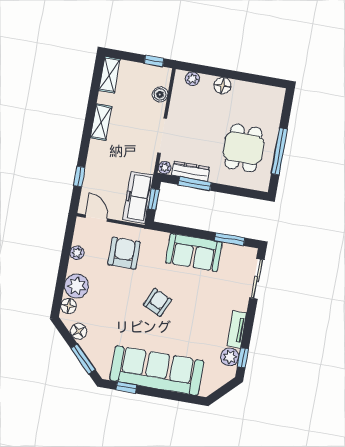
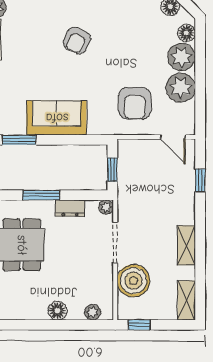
boiler: (160, 94) -> (133, 281), width x1.86, depth x1.86
dresser: (191, 171) -> (70, 208), width x0.70
window: (195, 184) -> (41, 195), moved
freezer: (138, 197) -> (130, 168), removed
plant: (77, 253) -> (181, 87), width x1.88, depth x1.88
armchair: (157, 302) -> (77, 40), moved

